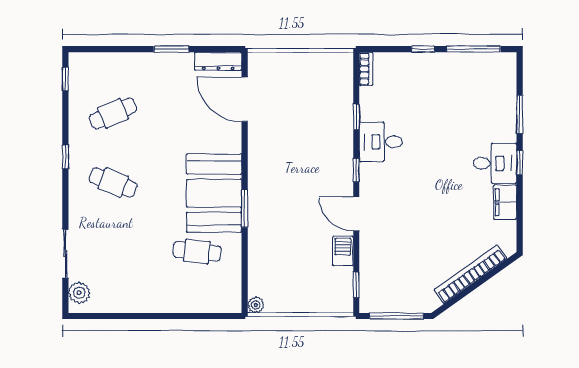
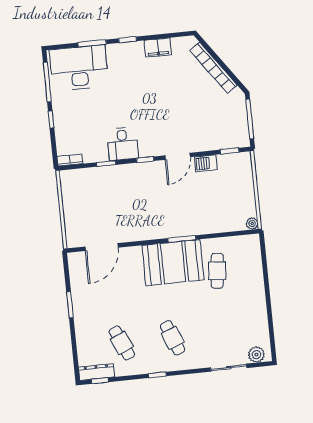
dresser: (218, 61) -> (96, 372), moved, turned -90
desk: (495, 163) -> (79, 68), moved, width x1.87, depth x1.30
cafe table: (113, 183) -> (173, 338), turned -42

